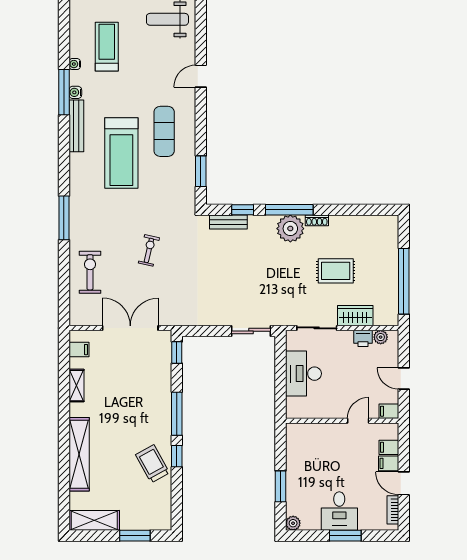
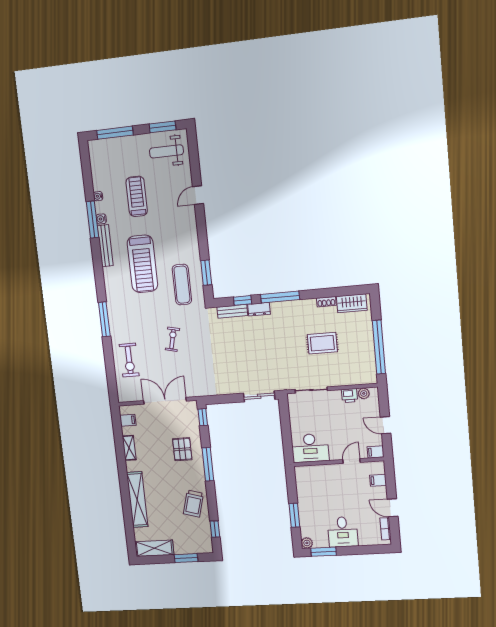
treadmill: (107, 47) -> (137, 196), moved
exercise mat: (164, 131) -> (182, 285), moved
shoe rack: (317, 220) -> (326, 302), moved
dresser: (262, 222) -> (259, 309), added
plant: (290, 229) -> (282, 312), removed
exercise bike: (90, 272) -> (129, 360), turned 180
wardrobe: (355, 316) -> (352, 303), moved, turned 180
desk: (303, 374) -> (310, 448), moved, turned -90
pallet: (146, 392) -> (182, 449), added
window: (177, 456) -> (215, 529), moved
filing cabinet: (389, 463) -> (379, 493), removed
trolley: (152, 464) -> (193, 504), turned -135
window: (345, 536) -> (324, 552), moved

